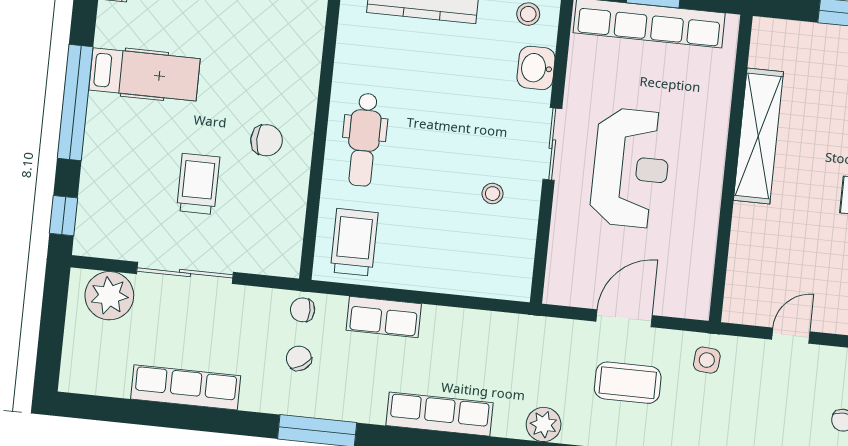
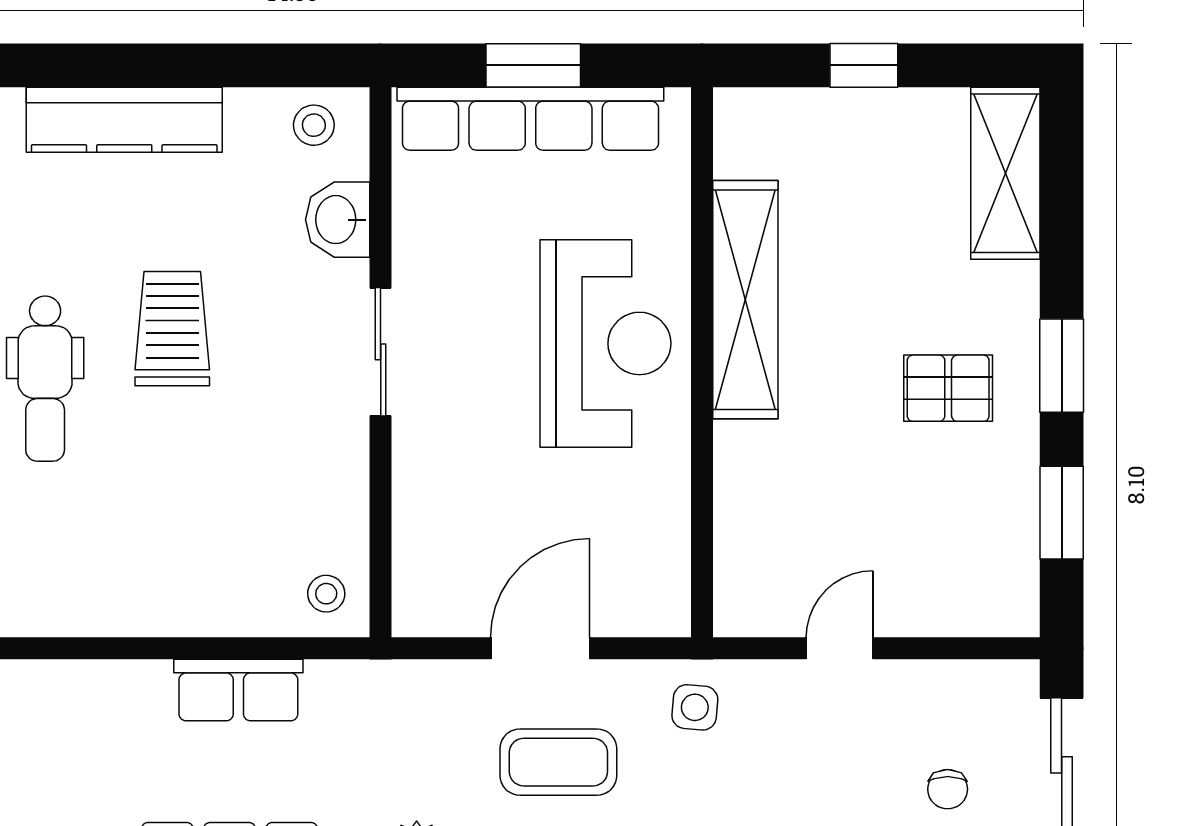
reception desk: (631, 168) -> (605, 343), moved
stool: (493, 194) -> (326, 594), moved
trolley: (354, 242) -> (172, 329), moved
row of seats: (384, 317) -> (238, 690), moved

